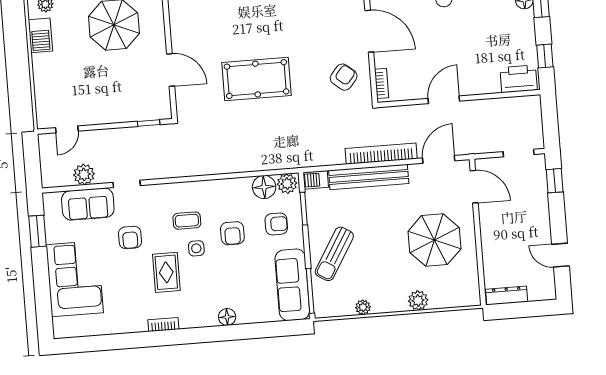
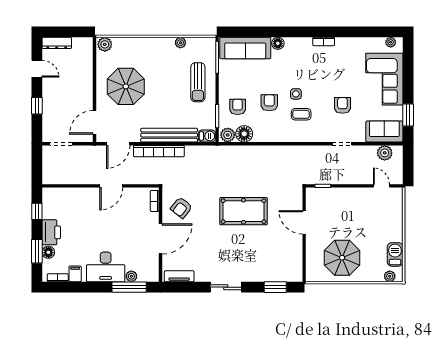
door: (369, 31) -> (160, 239), swing flipped
printer: (519, 79) -> (51, 232), moved, turned -90
door: (67, 129) -> (381, 186), hinge flipped
plant: (84, 174) -> (385, 153), moved
window: (555, 181) -> (37, 106), moved
door: (474, 187) -> (95, 122), hinge flipped
sofa: (88, 204) -> (384, 132), moved
armchair: (276, 224) -> (238, 107), turned 90
sun lounger: (334, 254) -> (198, 82), turned 149
rug: (166, 272) -> (319, 79), removed
sofa: (292, 285) -> (245, 48), moved, turned 90
dresser: (507, 295) -> (57, 43), moved
plant: (418, 300) -> (105, 44), moved
plant: (70, 331) -> (391, 42), added

